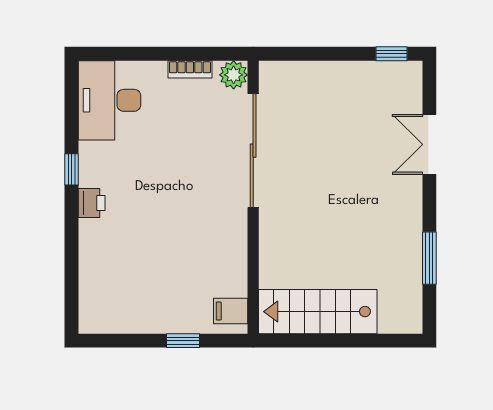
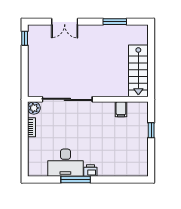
desk: (110, 100) -> (65, 163), moved
window: (71, 169) -> (76, 179), width x2.17
filing cabinet: (231, 311) -> (121, 109), moved

